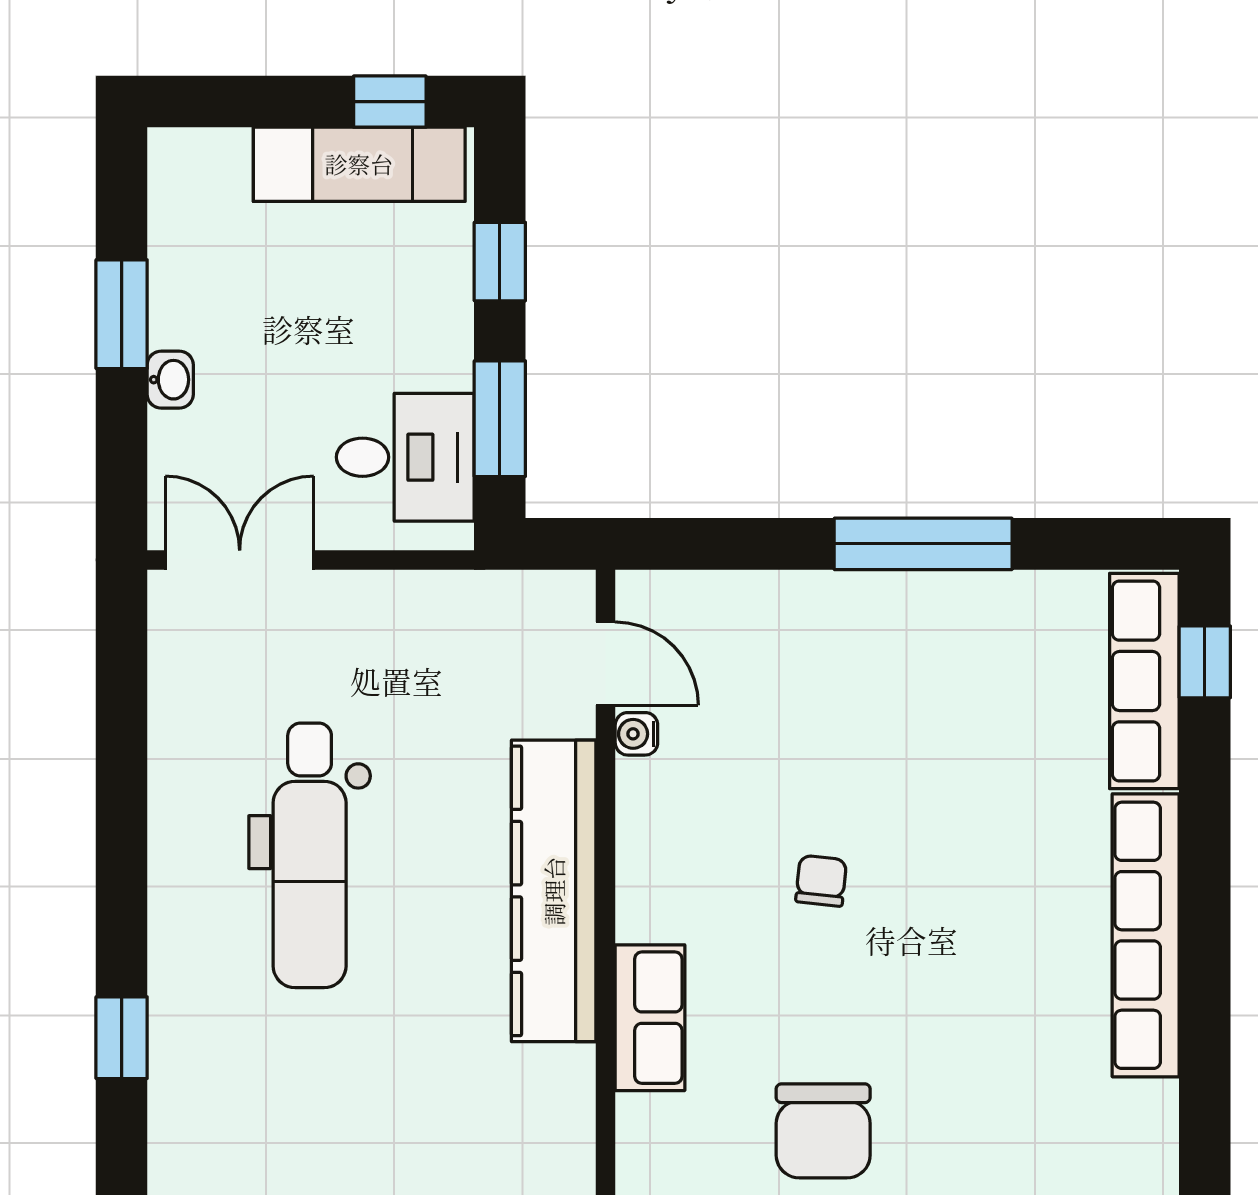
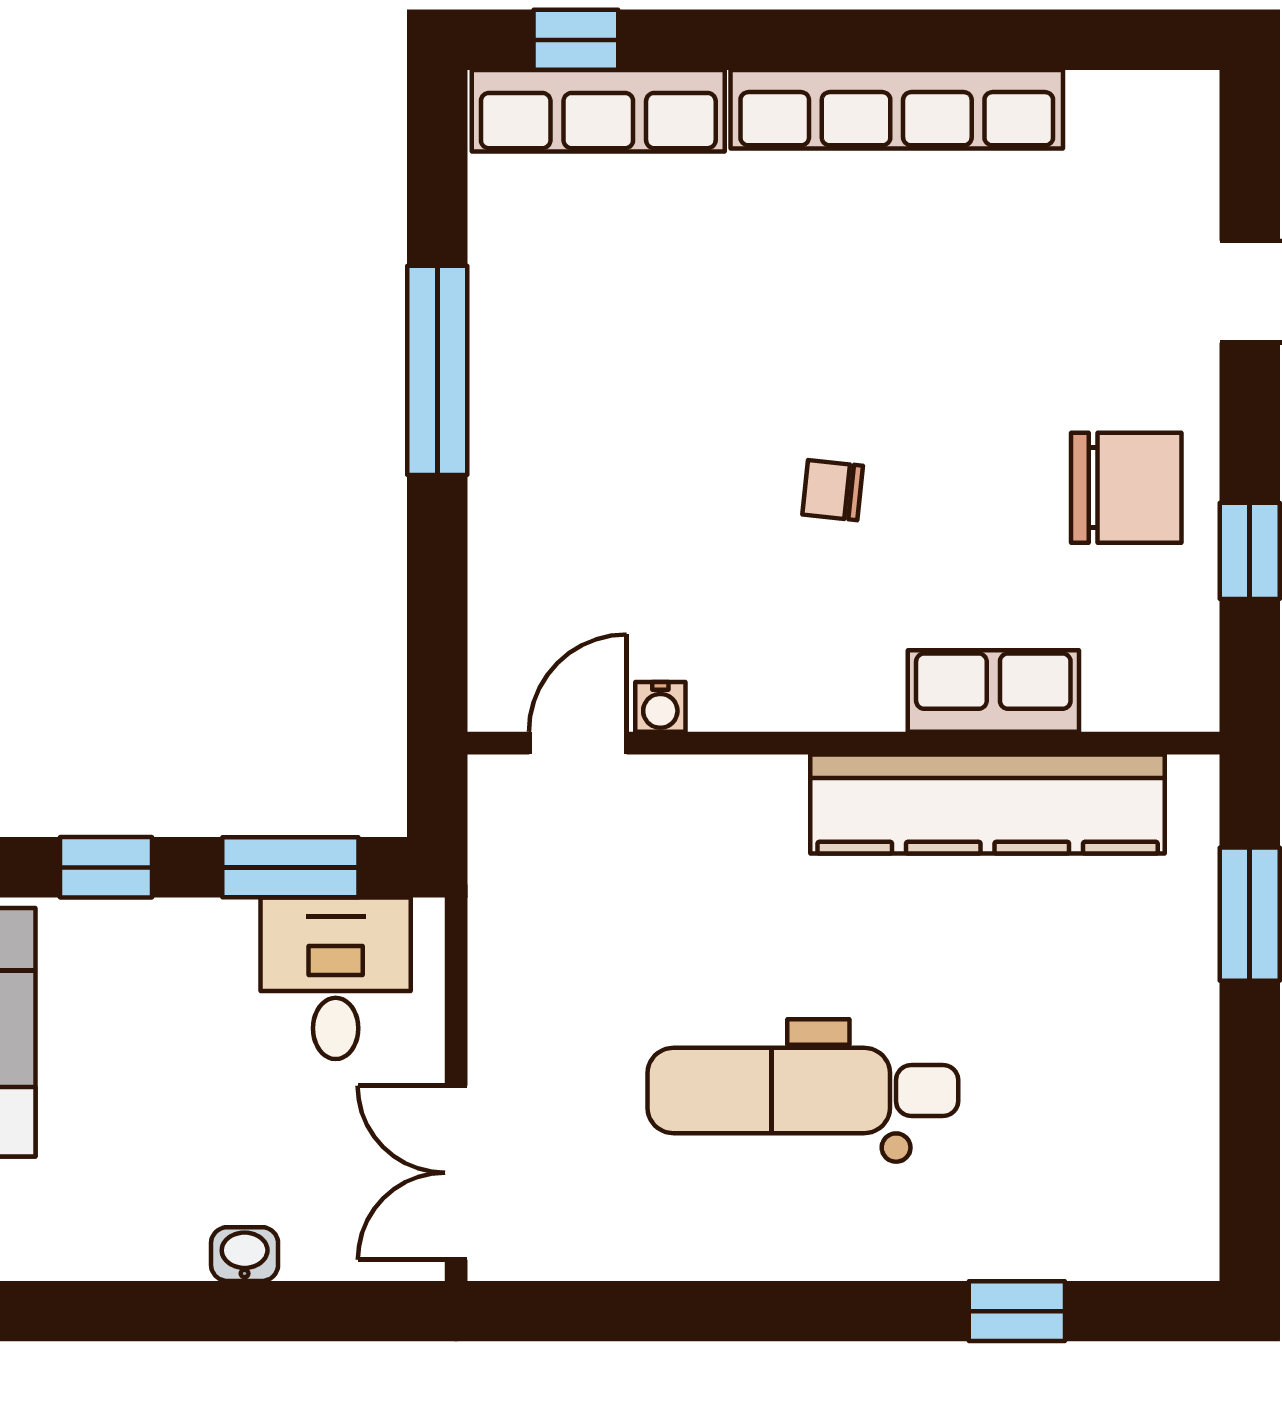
window: (122, 314) -> (168, 1311), removed
dental chair: (310, 855) -> (803, 1091), turned 180
kitchen counter: (554, 891) -> (988, 804), moved

